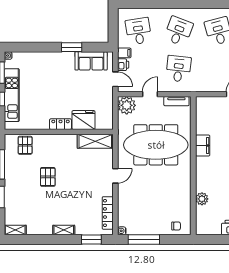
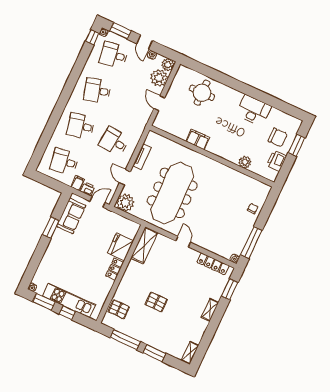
desk: (178, 31) -> (81, 126), turned -33
filing cabinet: (203, 145) -> (198, 140), moved
wall: (193, 166) -> (212, 156), moved
plant: (202, 199) -> (245, 162), moved

